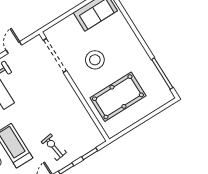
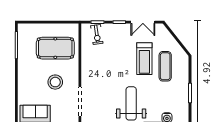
exercise bike: (54, 147) -> (97, 35), moved

